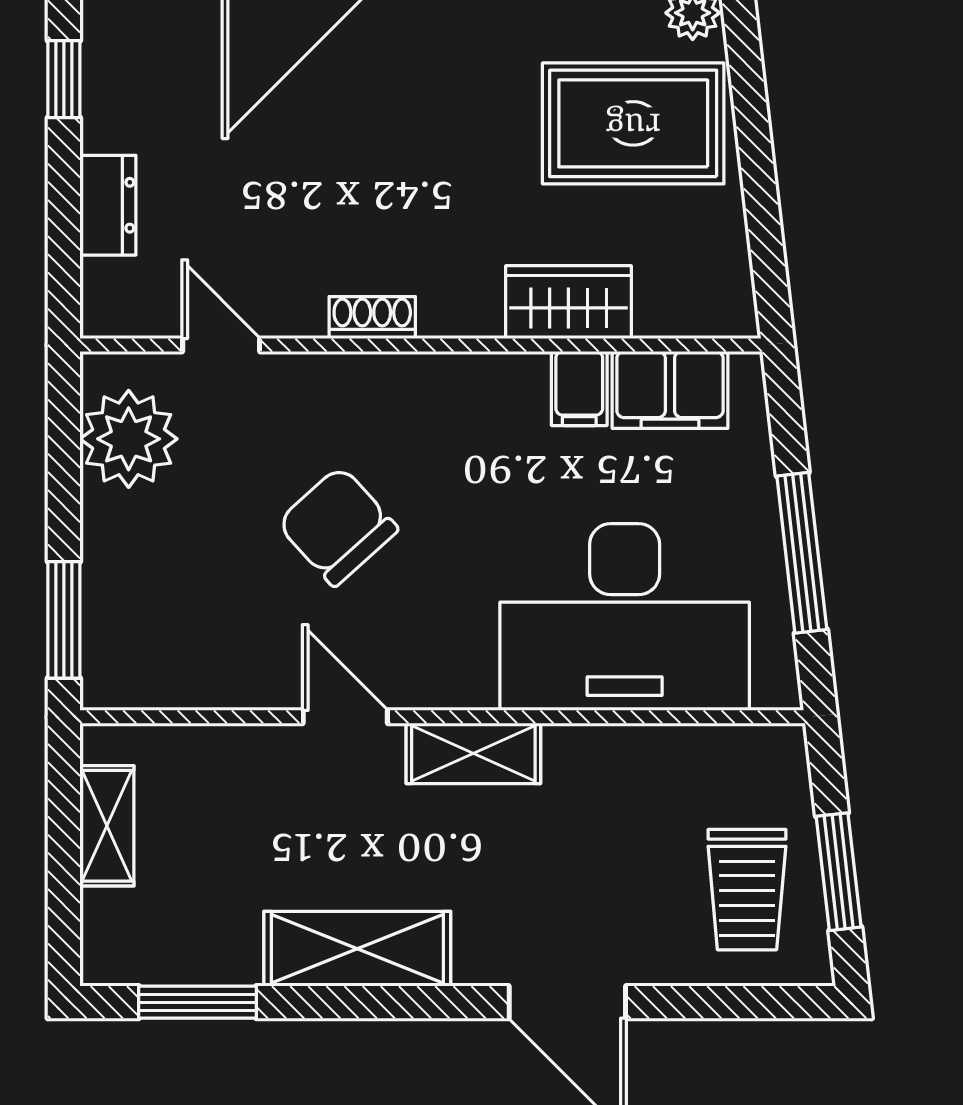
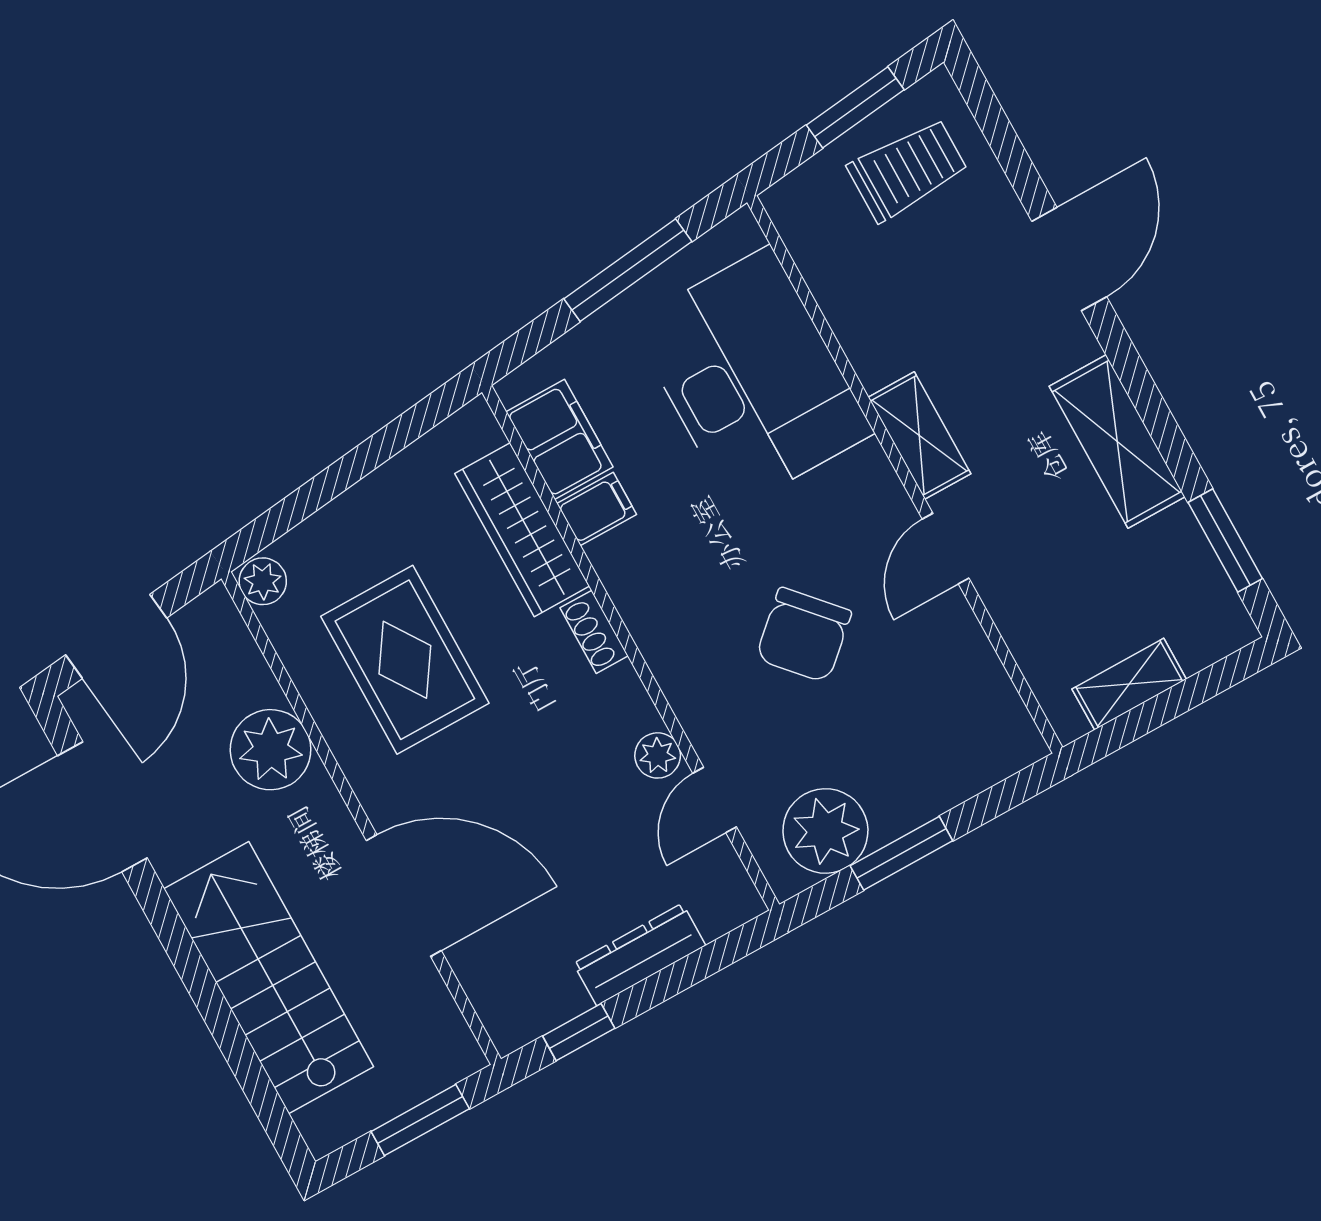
rug: (633, 123) -> (405, 660), moved
dresser: (108, 205) -> (640, 955), width x1.44
wardrobe: (568, 302) -> (522, 530), width x1.50
plant: (298, 312) -> (658, 755), added
shoe rack: (372, 318) -> (594, 632), moved
window: (64, 620) -> (901, 853), moved

